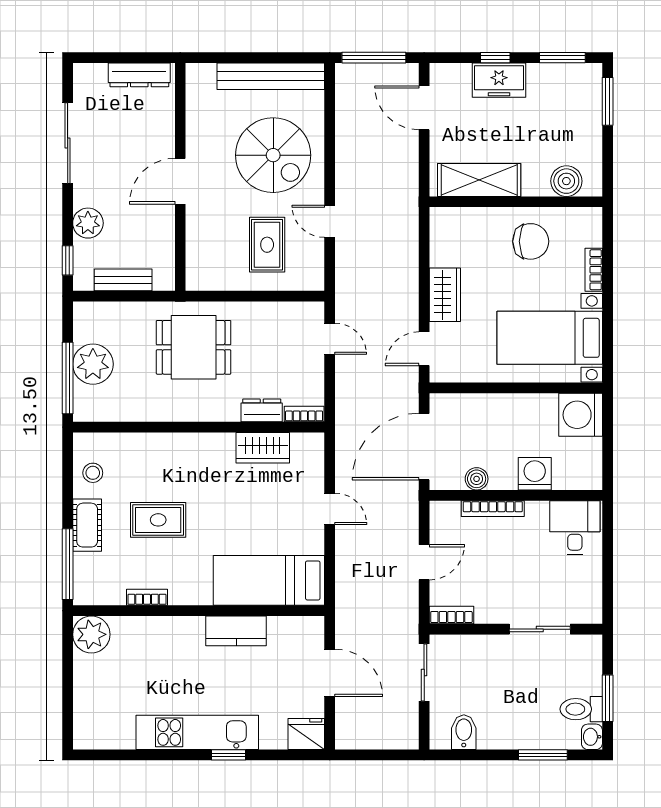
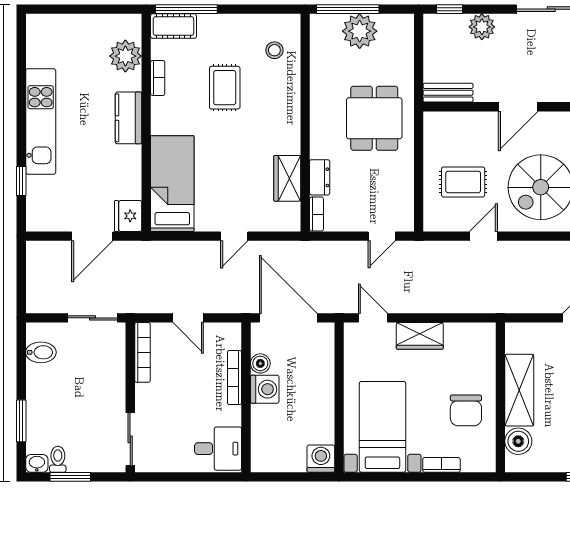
shelving: (479, 180) -> (519, 390), moved
door: (180, 181) -> (518, 107), swing flipped
bench: (123, 280) -> (448, 93), moved, turned 90
washing machine: (581, 415) -> (321, 459), width x0.73, depth x0.73
stool: (93, 473) -> (274, 50), moved
washing machine: (535, 474) -> (265, 389), moved
cot: (87, 525) -> (173, 26), moved
bookcase: (451, 615) -> (142, 352), width x1.56
sliding door: (540, 629) -> (130, 439), moved
kitchen counter: (236, 631) -> (129, 118), moved
plant: (91, 634) -> (125, 56), moved
toilet: (581, 709) -> (58, 459), width x0.73, depth x0.72
fridge: (306, 734) -> (128, 216), moved, turned 180
window: (228, 755) -> (21, 181), moved

